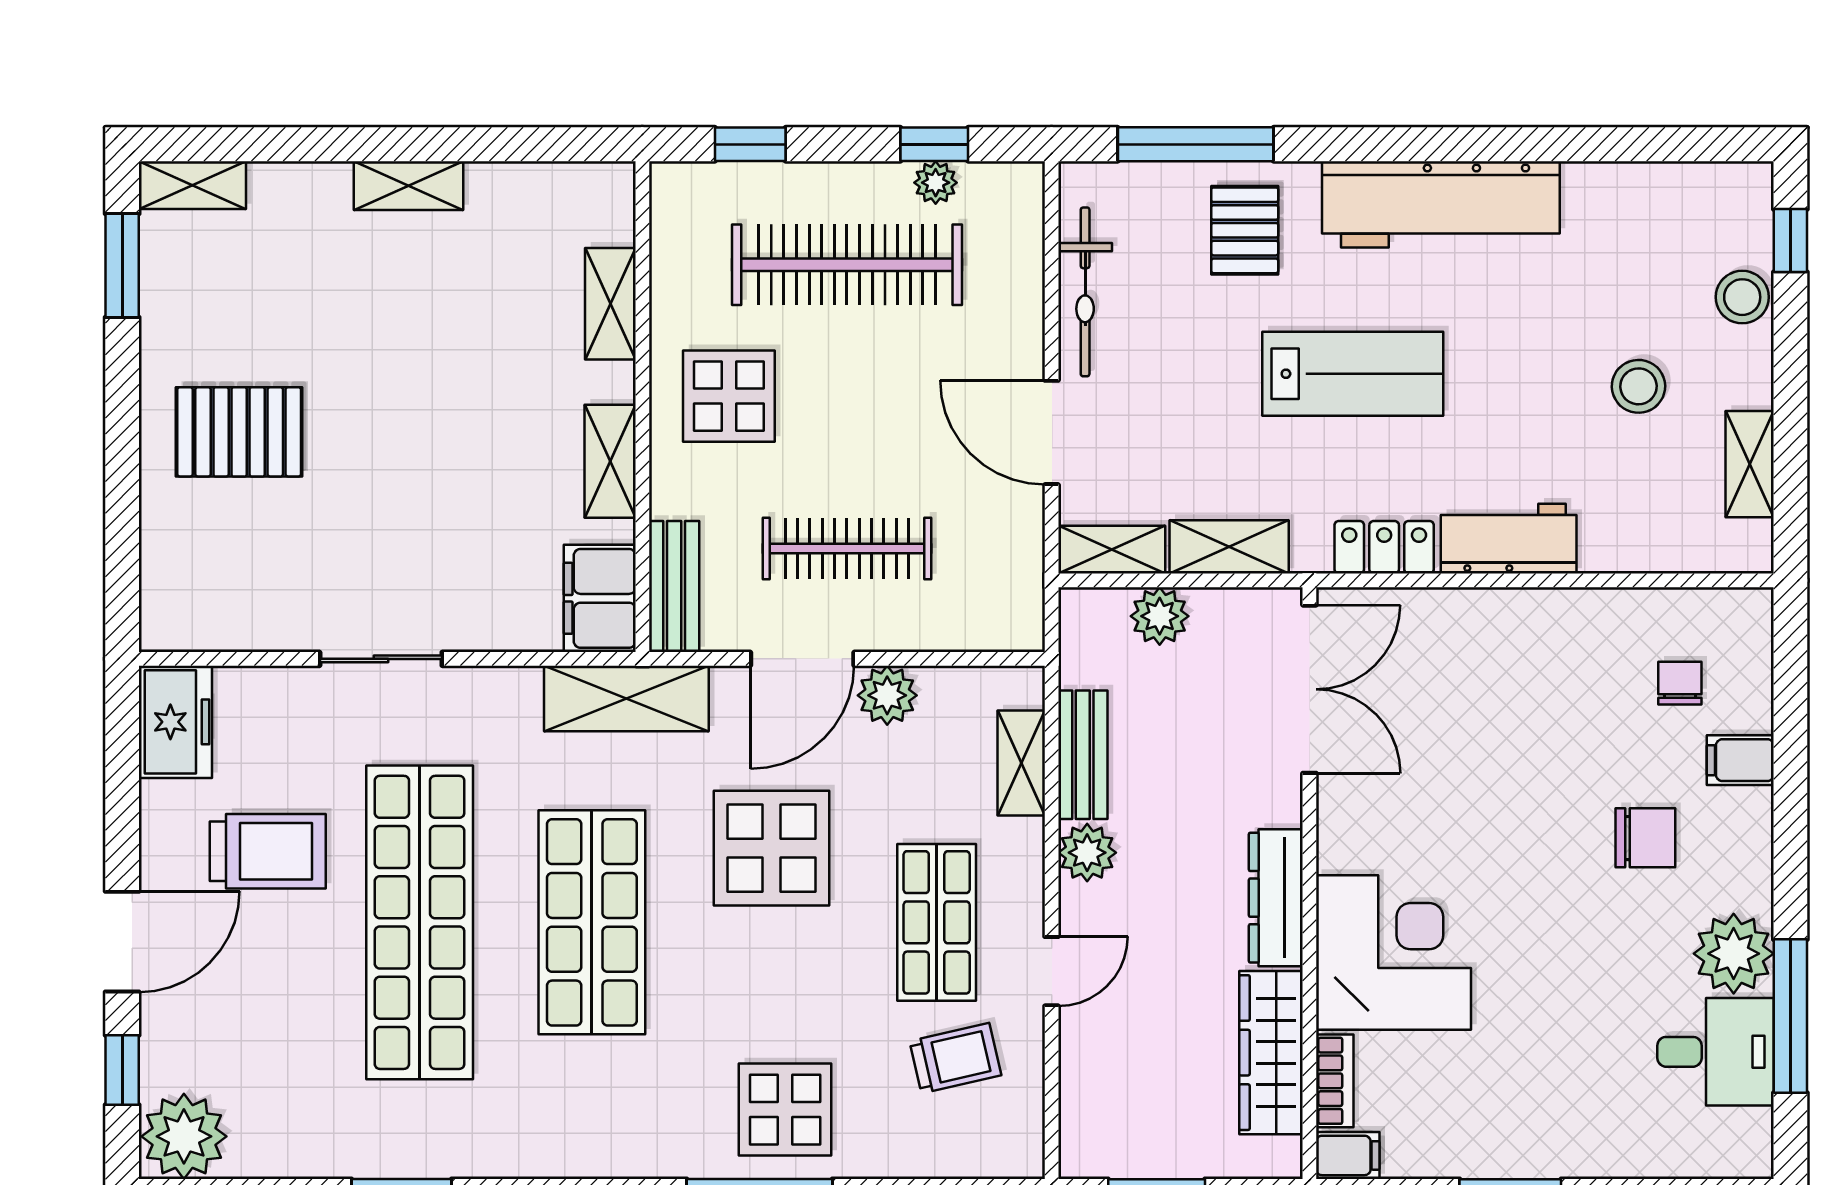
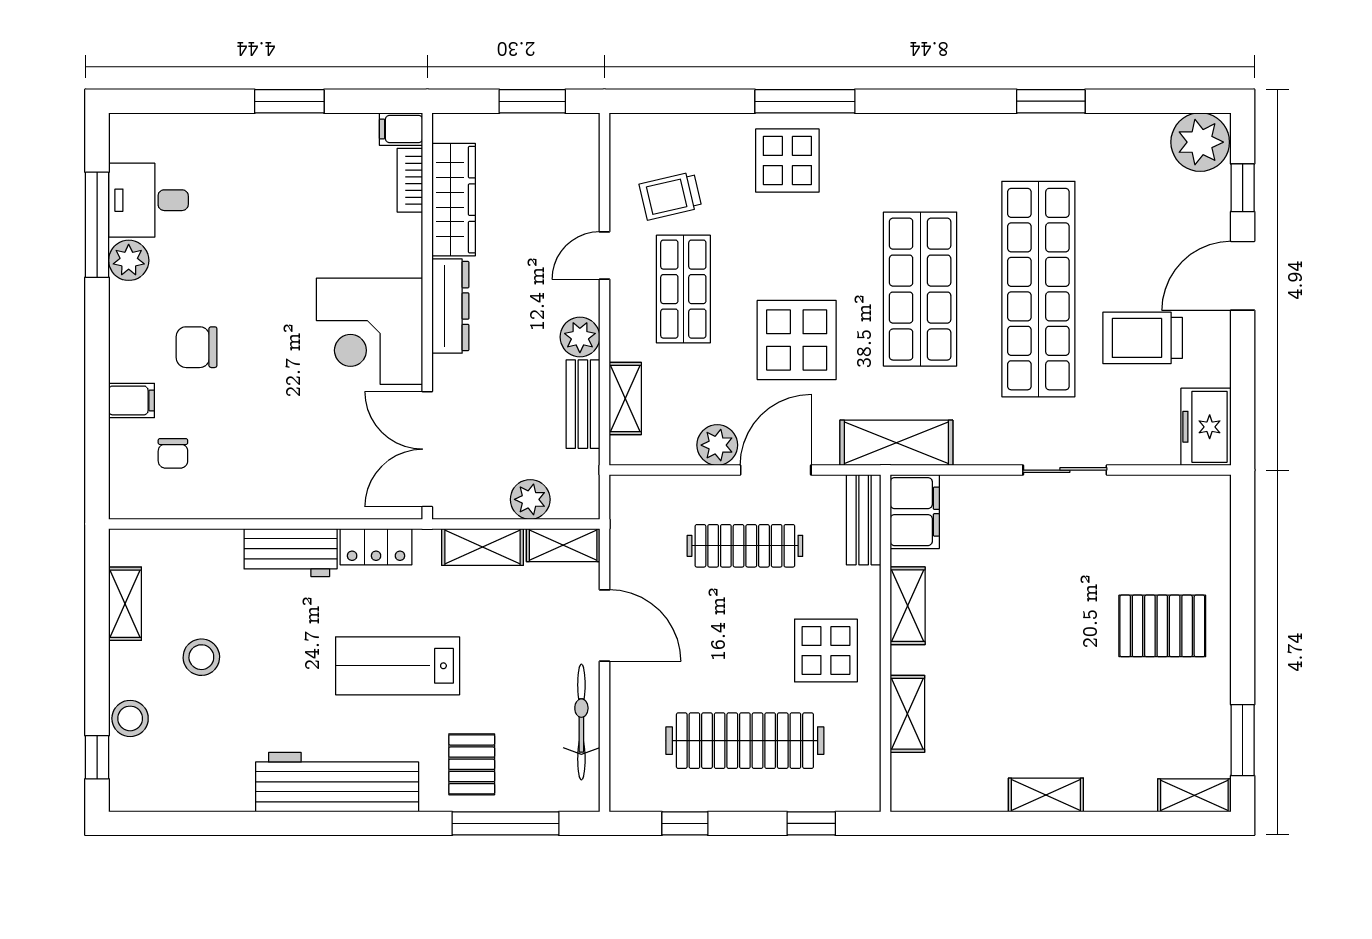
plant: (936, 183) -> (684, 797), removed
corner desk: (1394, 952) -> (370, 331), moved
plant: (1734, 954) -> (129, 260), width x0.73, depth x0.73

